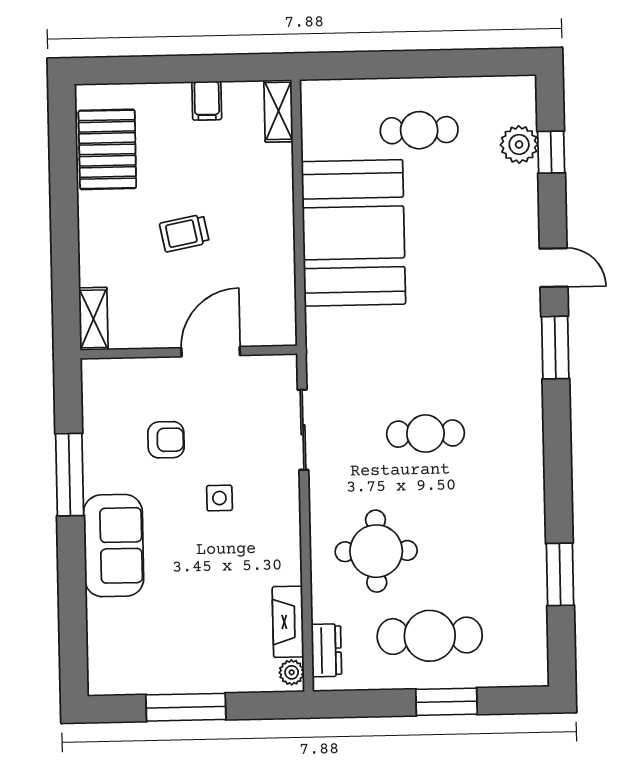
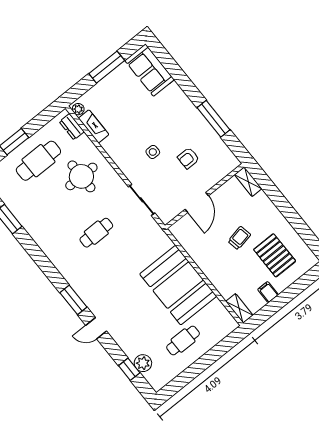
pallet: (107, 149) -> (275, 255), moved
sofa: (114, 546) -> (150, 70), moved

